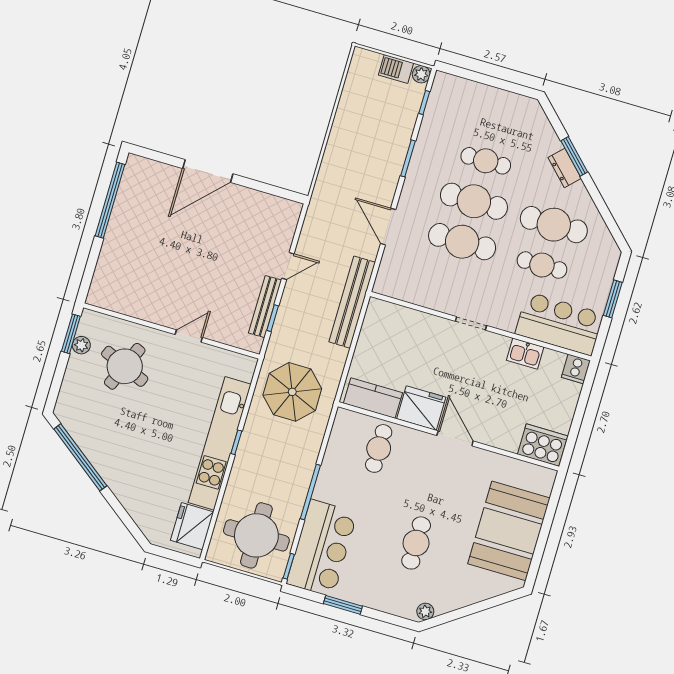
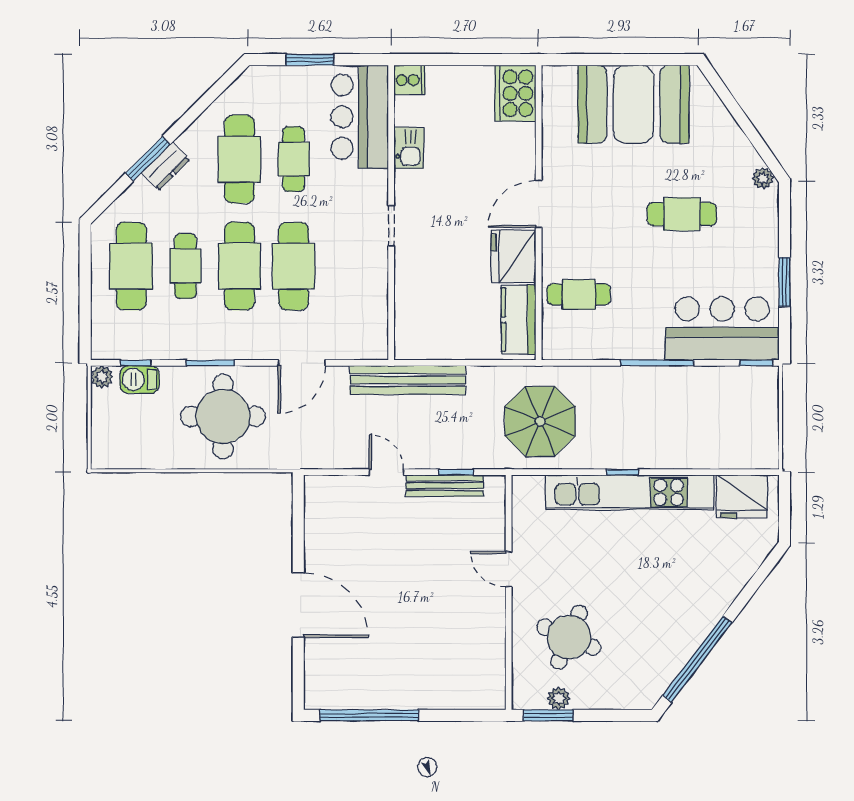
barbecue: (396, 69) -> (140, 379), moved, turned 90
cafe table: (498, 120) -> (131, 266), added
round table: (256, 535) -> (223, 416), moved

